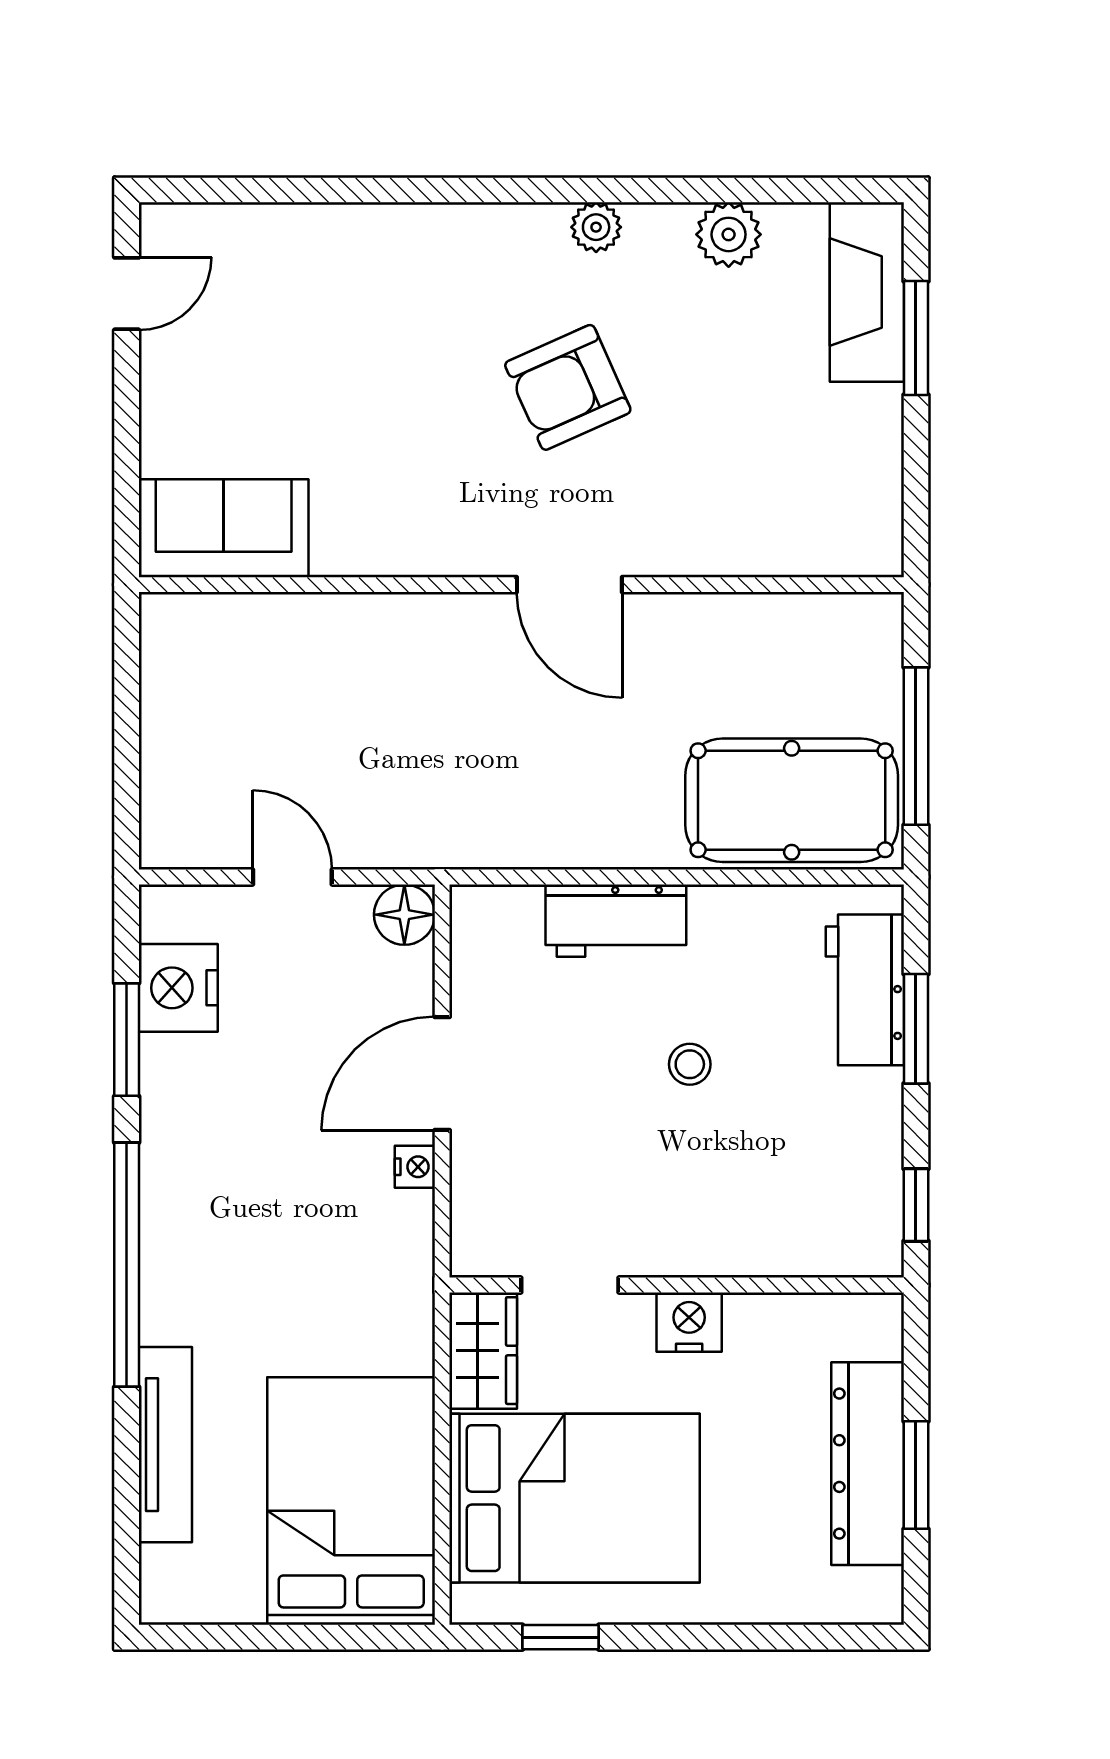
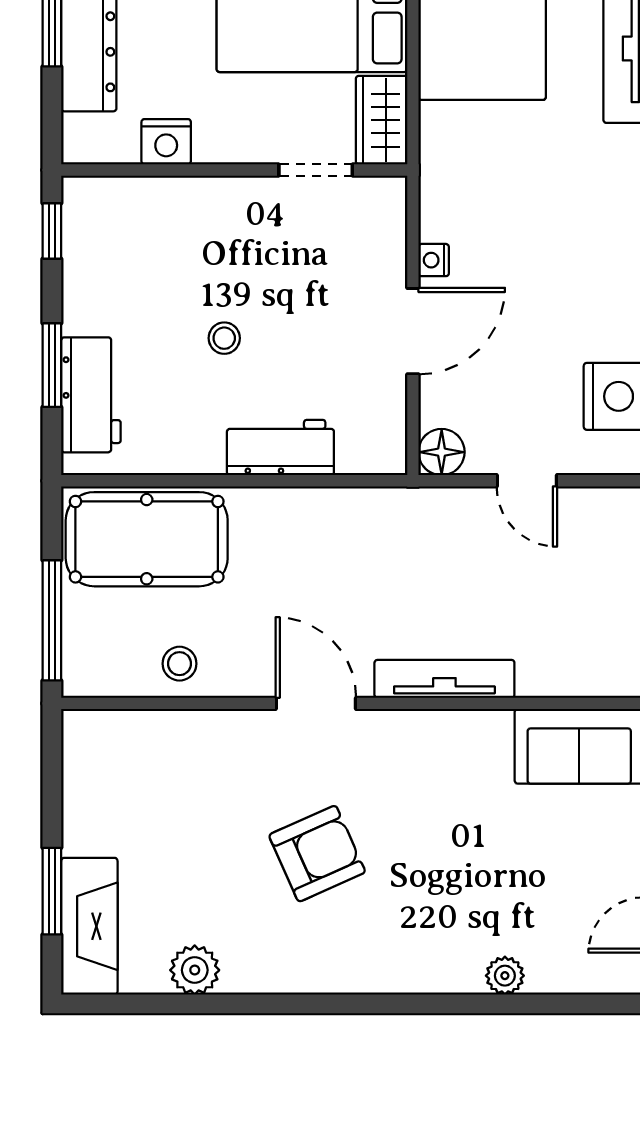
plant: (596, 227) -> (505, 976), moved
tv unit: (401, 617) -> (444, 679), added
stool: (749, 637) -> (179, 664), added
window: (916, 746) -> (52, 620), moved
nightstand: (689, 1322) -> (166, 142), moved

